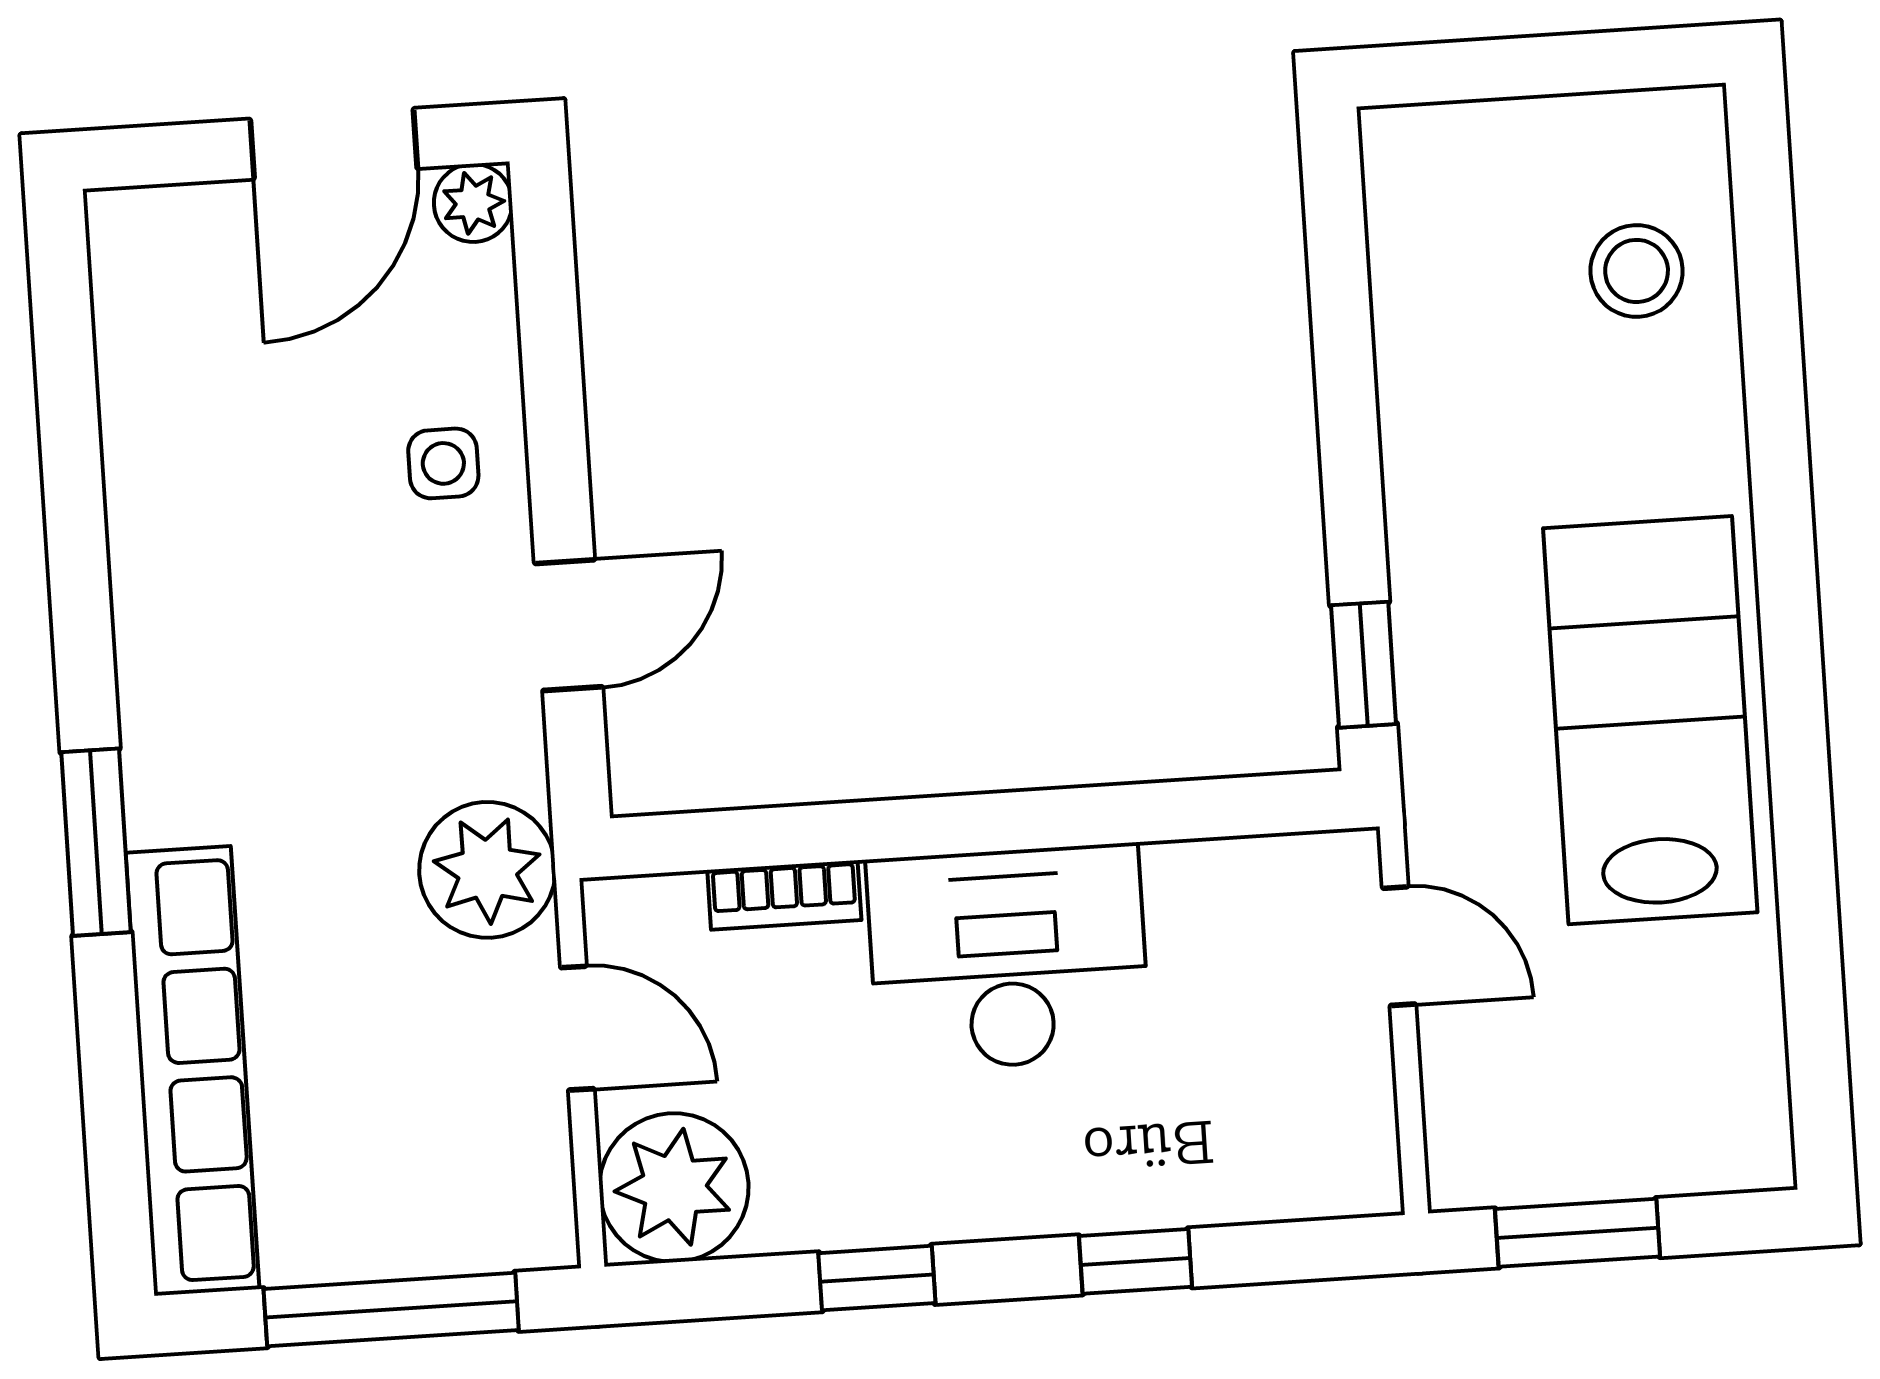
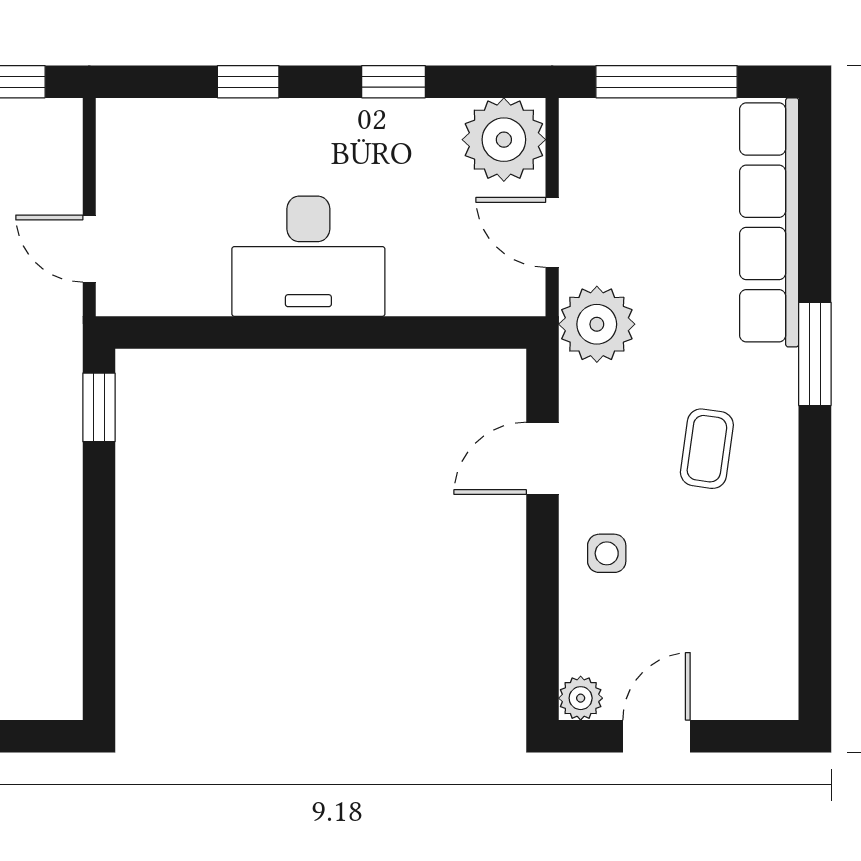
door: (334, 144) -> (657, 736), width x0.73
coffee table: (277, 661) -> (707, 449), added
bookcase: (784, 895) -> (431, 299), removed

